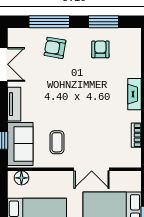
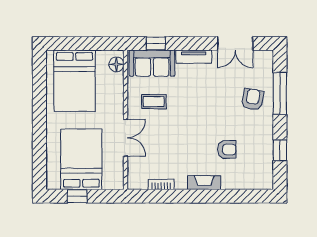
window: (103, 22) -> (280, 150), width x0.67
armchair: (100, 49) -> (227, 149), moved
double door: (92, 169) -> (126, 138), swing flipped

